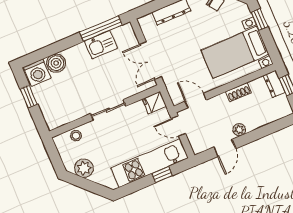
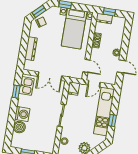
window: (101, 29) -> (16, 92), width x0.46
kitchen sink: (101, 45) -> (27, 86), moved
washing machine: (37, 73) -> (22, 114), moved
door: (196, 101) -> (86, 66), swing flipped
window: (162, 175) -> (112, 120), moved

